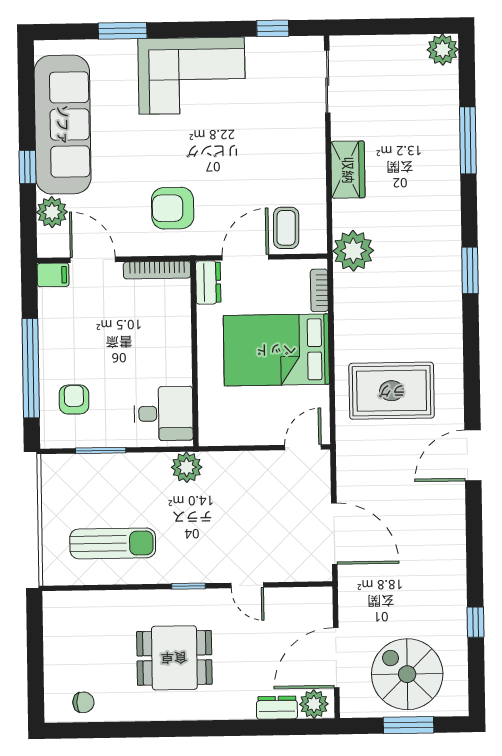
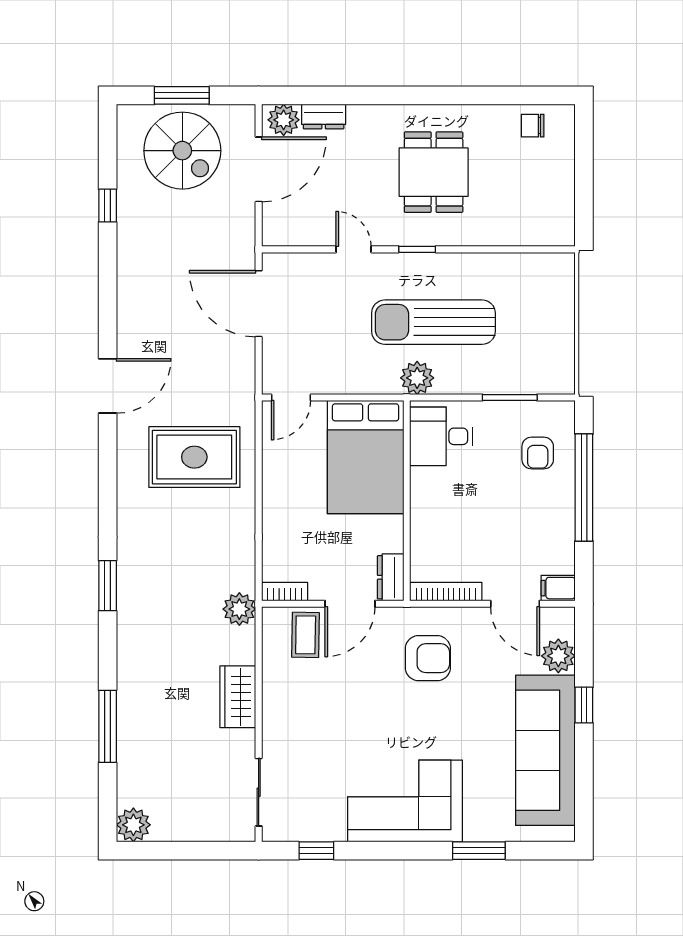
plant: (353, 251) -> (239, 609), width x0.73, depth x0.73
bookcase: (319, 290) -> (285, 592), moved, turned -90
bed: (276, 350) -> (366, 457), moved, turned 90
sun lounger: (113, 543) -> (433, 322), moved, width x1.36, depth x1.34
dining table: (174, 658) -> (434, 172), turned 90

